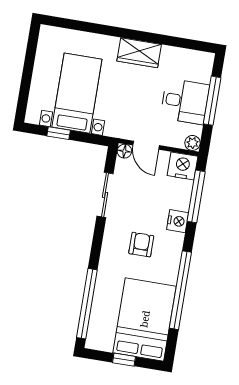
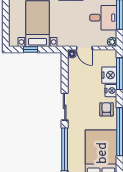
nightstand: (183, 166) -> (109, 75), moved, turned 90
sliding door: (105, 195) -> (65, 107), moved
armchair: (141, 245) -> (106, 109), moved

